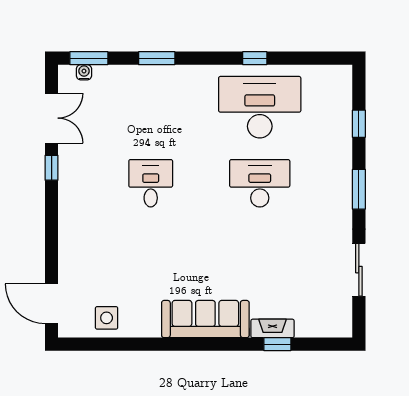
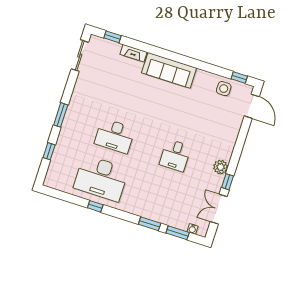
window: (89, 58) -> (178, 233), moved
plant: (70, 188) -> (221, 167), added
sliding door: (359, 270) -> (80, 56), moved
window: (87, 344) -> (239, 77), added
window: (277, 344) -> (113, 37), moved

